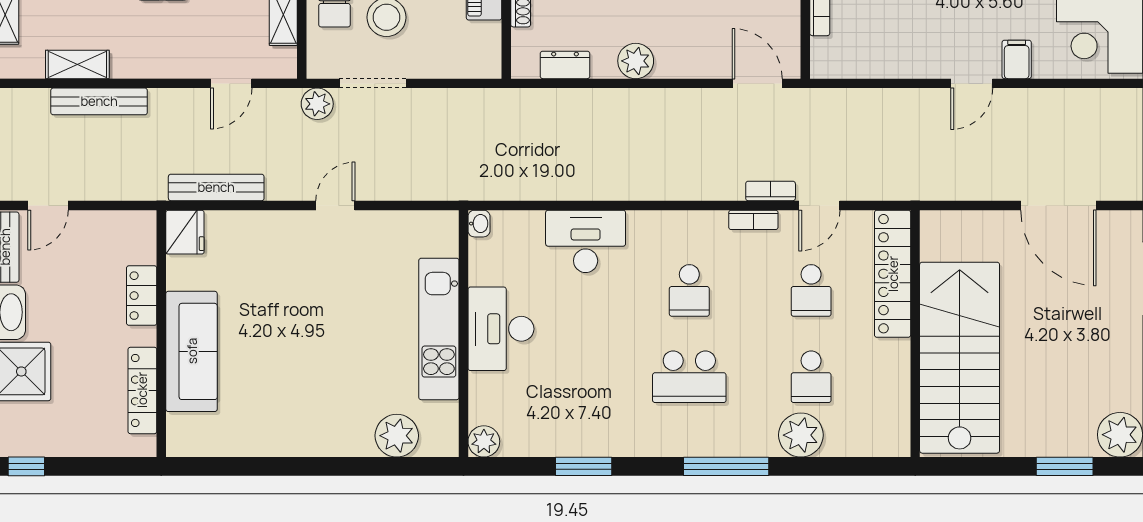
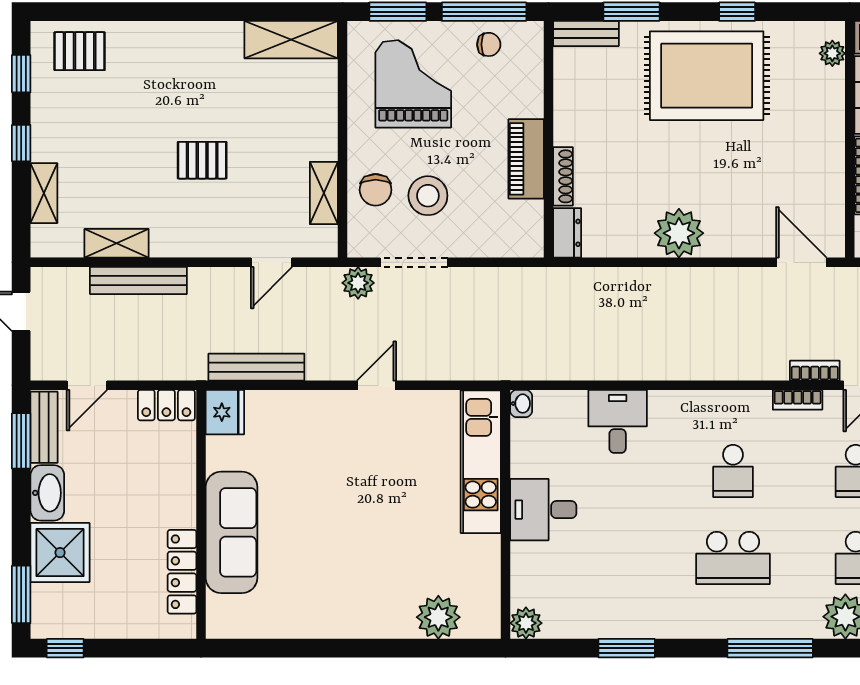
plant: (636, 61) -> (679, 233), width x1.36, depth x1.36
dresser: (565, 65) -> (567, 233), moved, turned 90
desk: (586, 241) -> (618, 421), width x0.73
locker: (142, 296) -> (166, 405), moved, turned -90
kitchen unit: (439, 329) -> (481, 462), moved
desk: (501, 329) -> (543, 510), width x0.73

